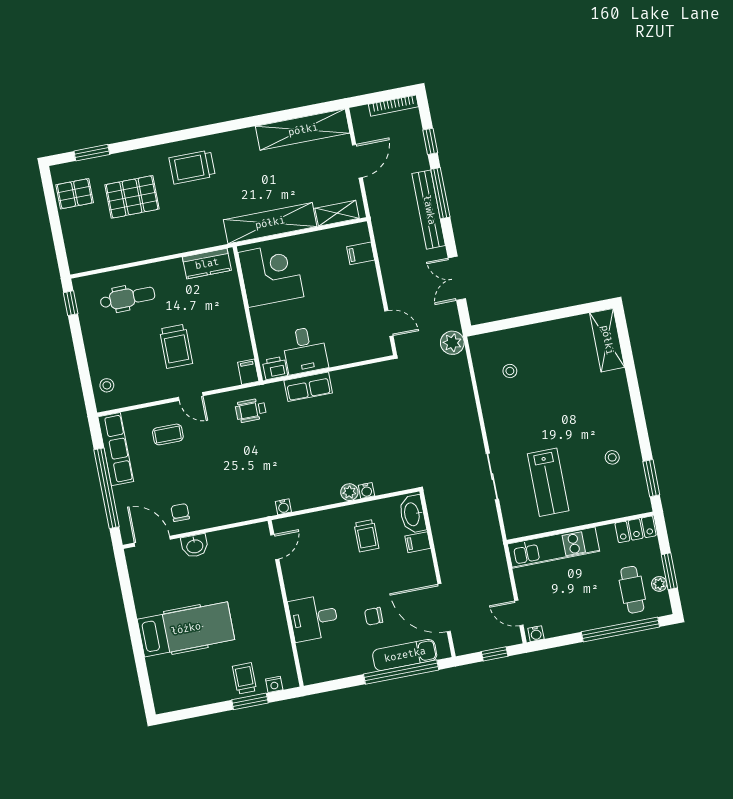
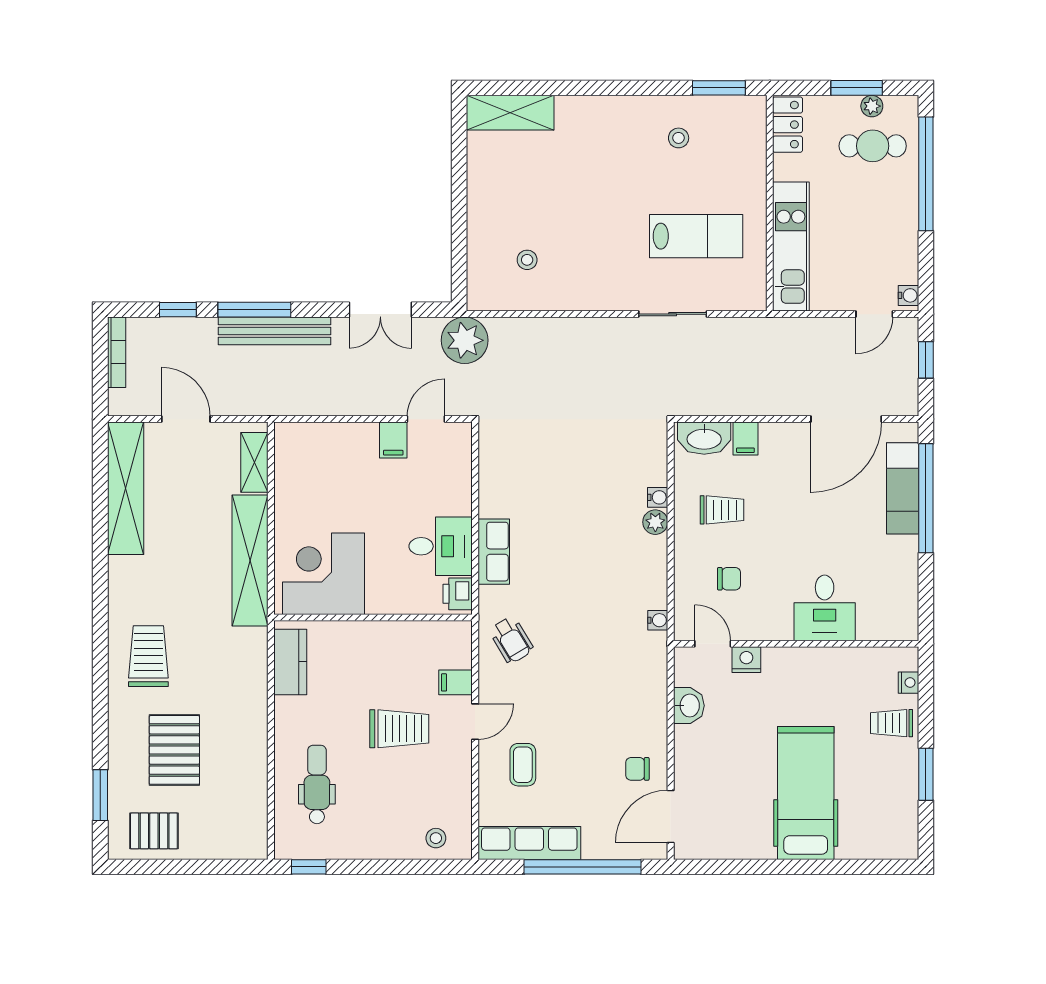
trolley: (192, 167) -> (148, 656), turned 180
pallet: (75, 194) -> (154, 831), turned 90
filing cabinet: (361, 253) -> (393, 440), moved
plant: (452, 343) -> (465, 340), width x1.36, depth x1.36
filing cabinet: (248, 372) -> (456, 682), moved
wheelchair: (251, 410) -> (511, 640), turned -31
washbasin: (195, 546) -> (689, 706), moved
nightstand: (268, 572) -> (746, 660), added
chair: (374, 616) -> (729, 579), moved, turned -90
window: (250, 701) -> (926, 774), moved

